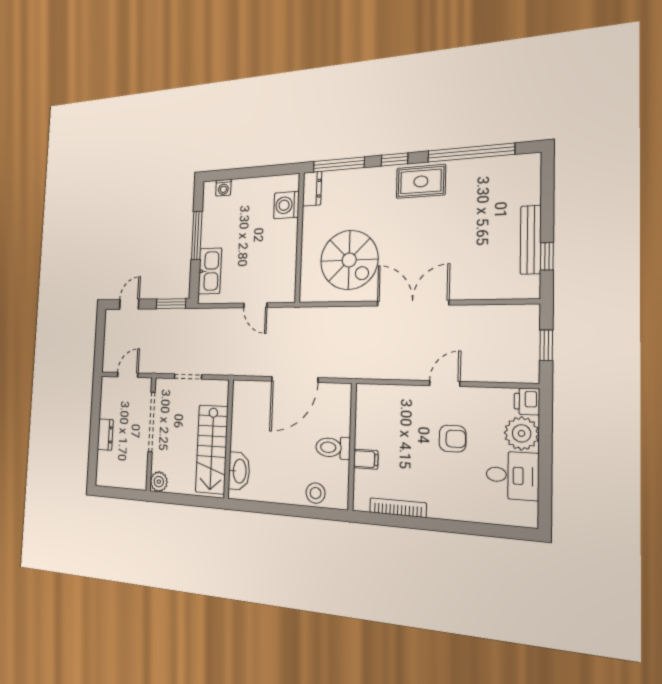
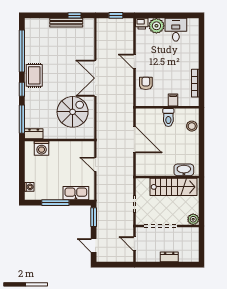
door: (255, 305) -> (95, 164), swing flipped
armchair: (453, 439) -> (146, 83), moved

